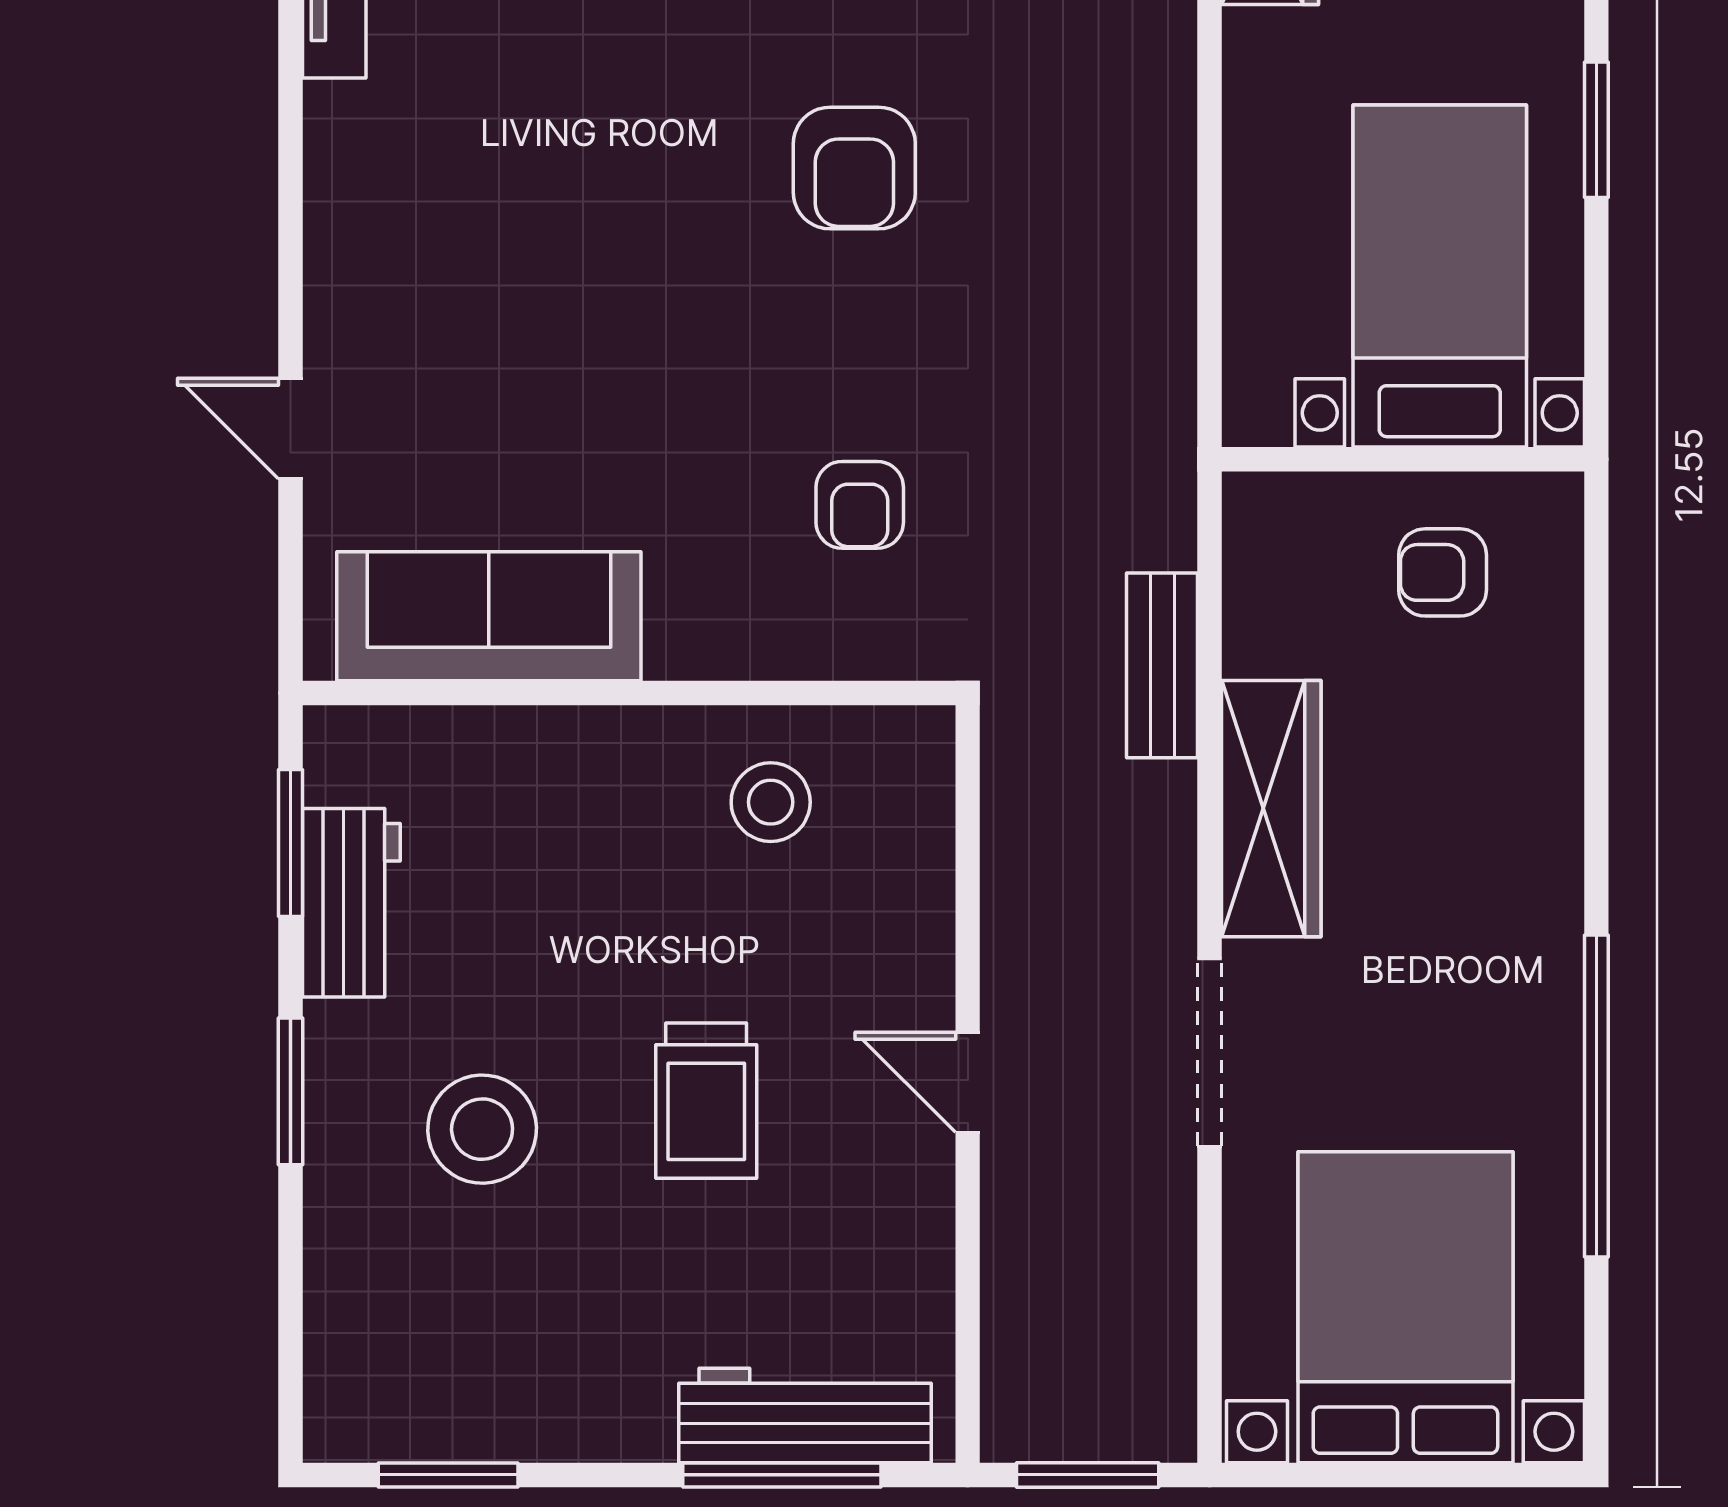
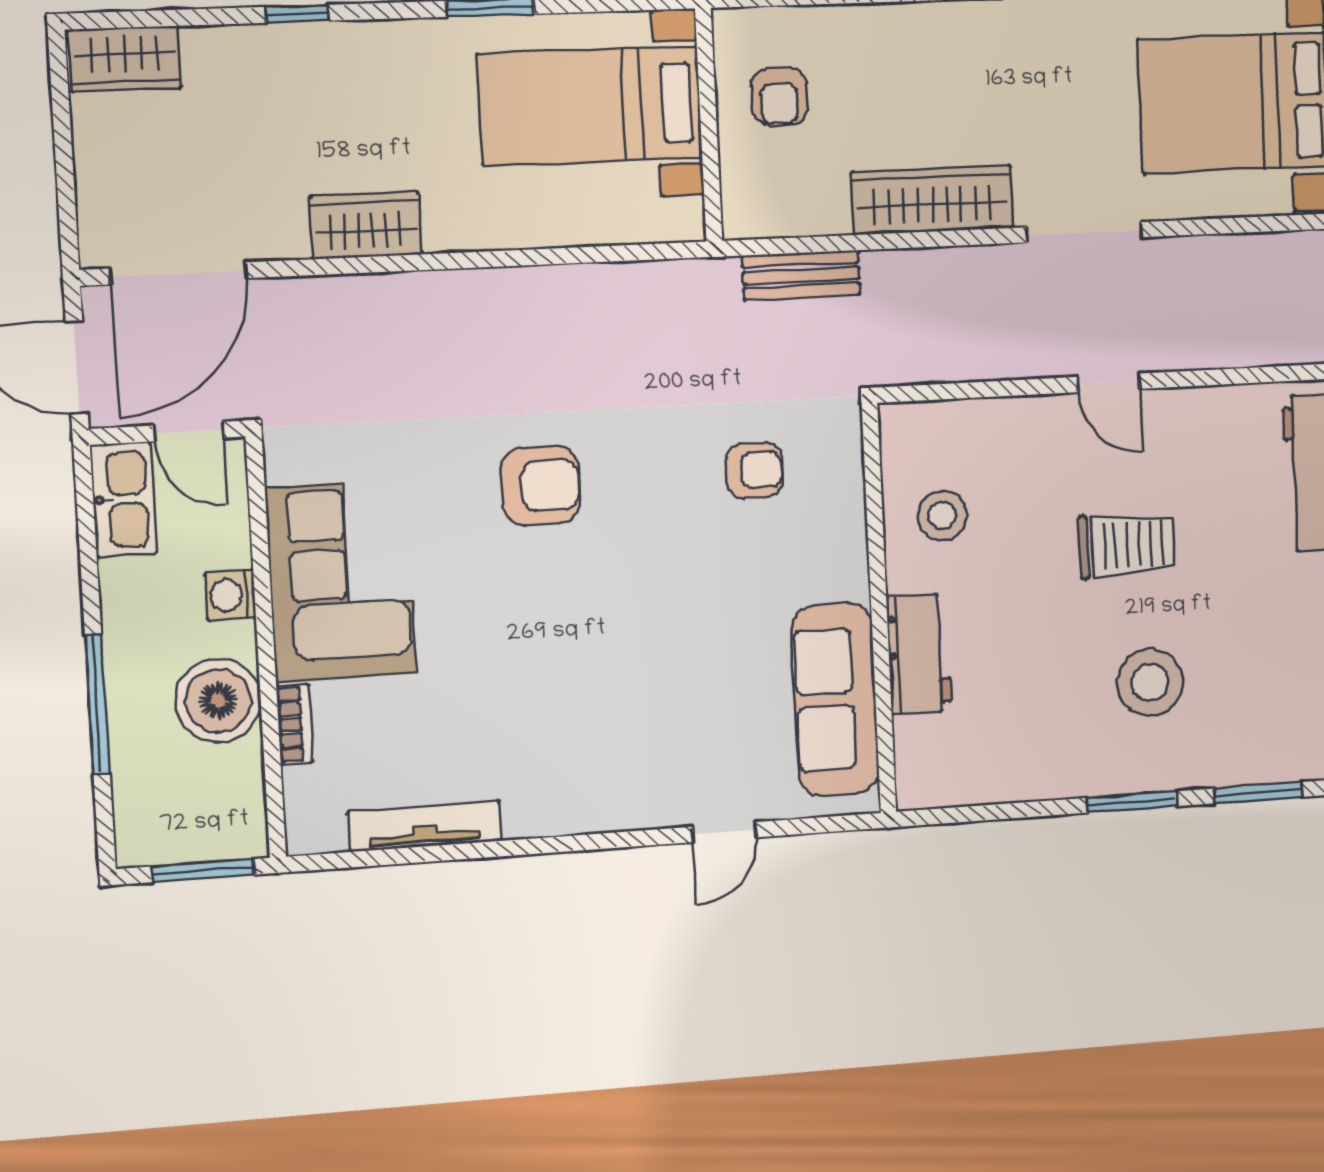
bench: (1162, 665) -> (801, 275), moved
window: (290, 843) -> (1258, 793), moved
workbench: (351, 903) -> (919, 654), moved, turned 90
door: (968, 1082) -> (1109, 383), hinge flipped

